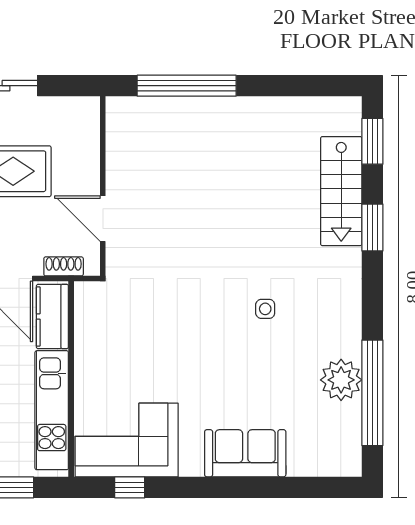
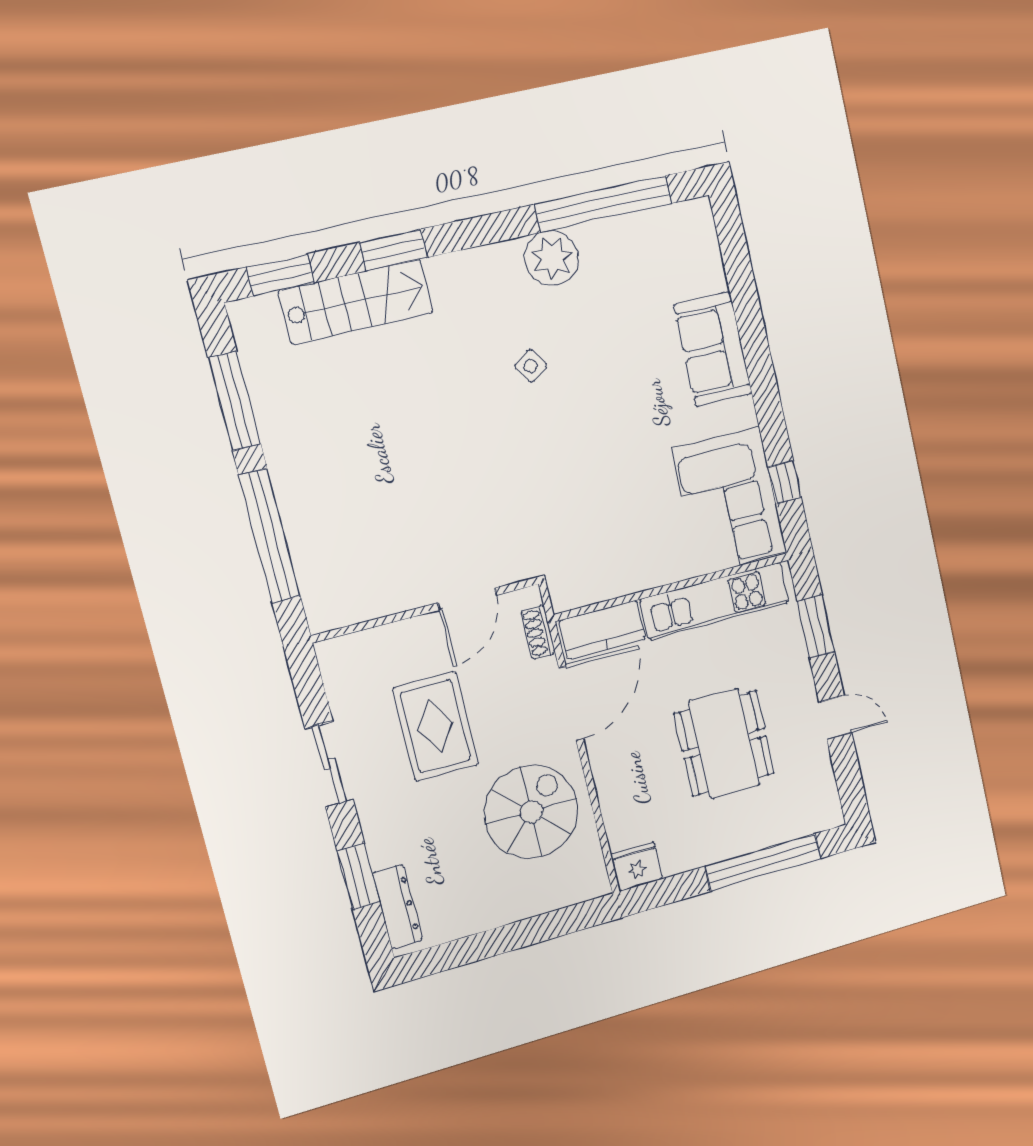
window: (290, 86) -> (234, 401), added
side table: (265, 309) -> (531, 366), turned -35
plant: (341, 380) -> (552, 258), moved

